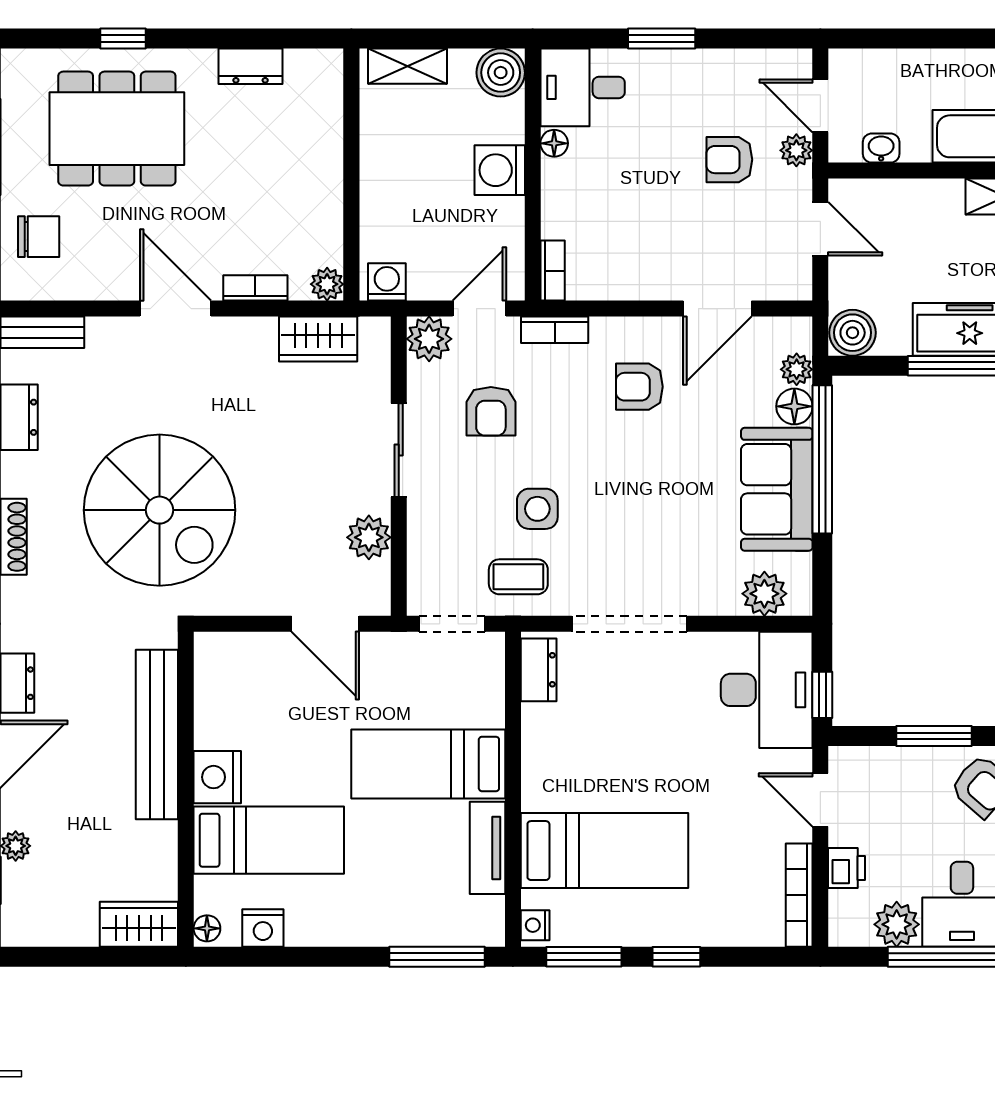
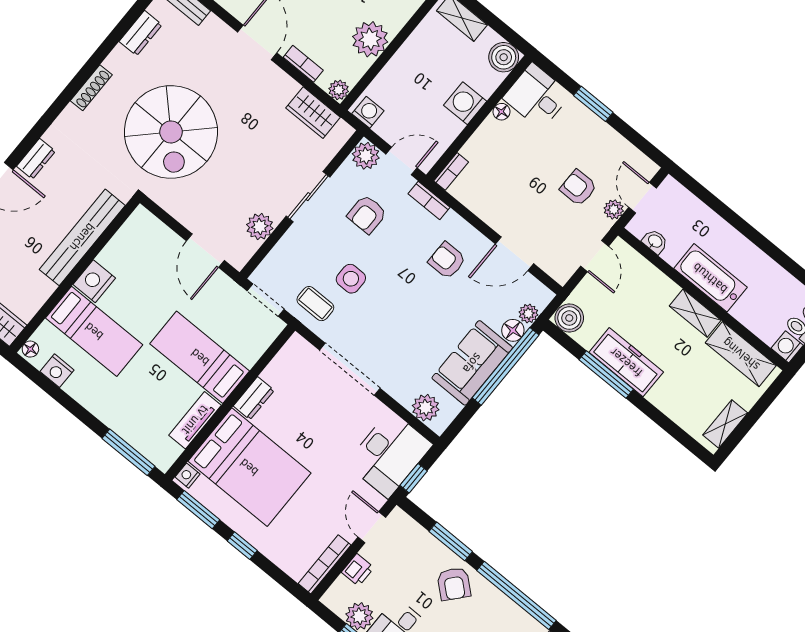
plant: (314, 188) -> (370, 39), added
dresser: (539, 670) -> (254, 398), moved
bed: (604, 851) -> (249, 467), width x1.50

